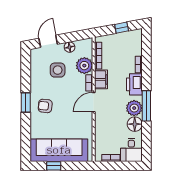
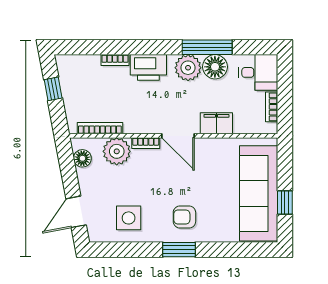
door: (48, 41) -> (76, 212), hinge flipped
floor lamp: (70, 47) -> (82, 158), moved
side table: (58, 70) -> (129, 218), moved
filing cabinet: (101, 79) -> (216, 123), moved
armchair: (45, 106) -> (184, 217), turned 84
window: (146, 106) -> (207, 47), moved

